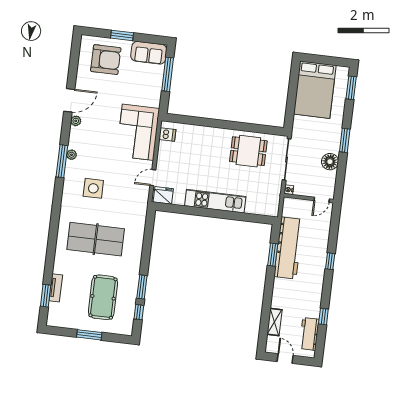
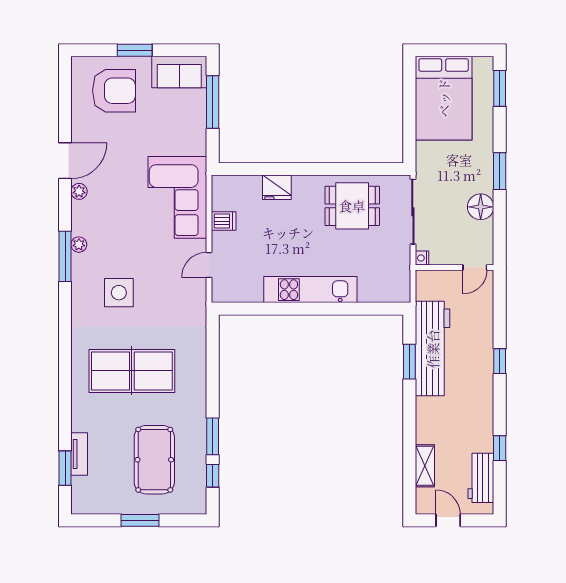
dishwasher: (167, 135) -> (224, 221), moved
fridge: (163, 195) -> (277, 187), moved, turned 180

